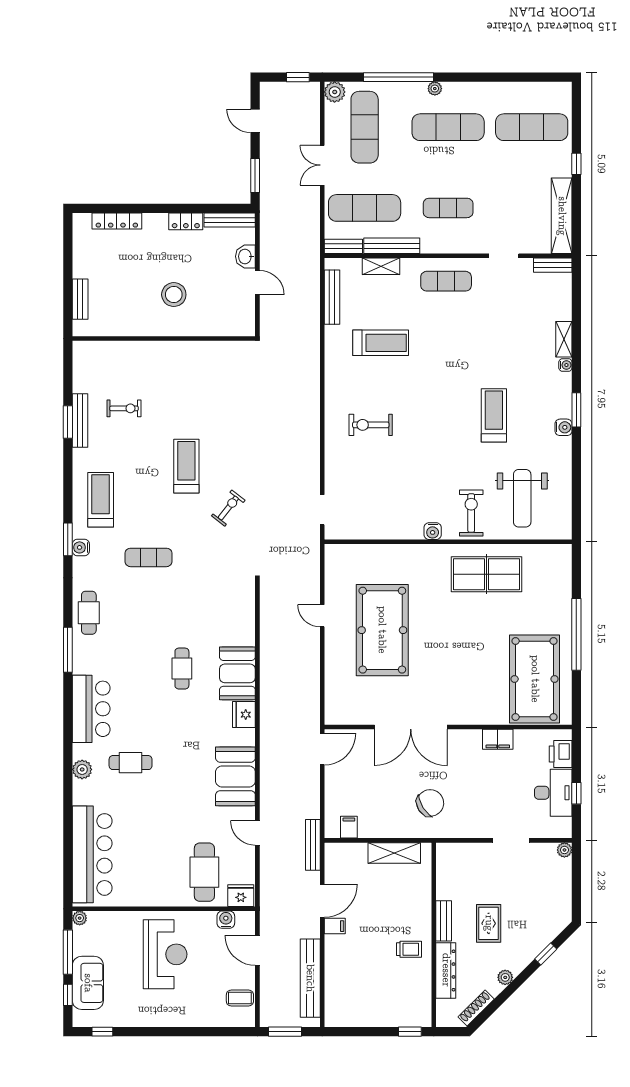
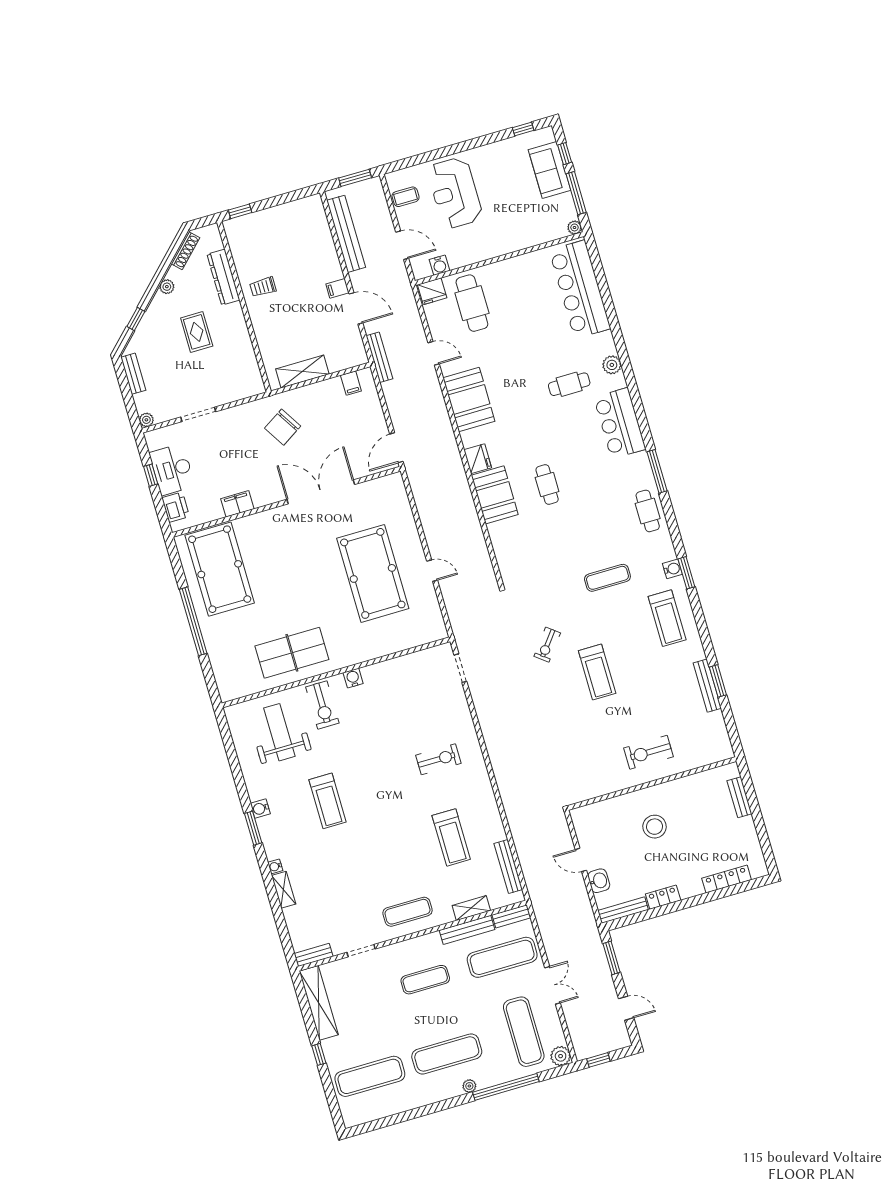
treadmill: (381, 343) -> (451, 837), turned -90
exercise bike: (124, 408) -> (649, 752), moved, width x1.38, depth x1.39
door: (322, 901) -> (356, 308), swing flipped
bench: (444, 921) -> (133, 374), moved
reception desk: (165, 954) -> (455, 193), moved

